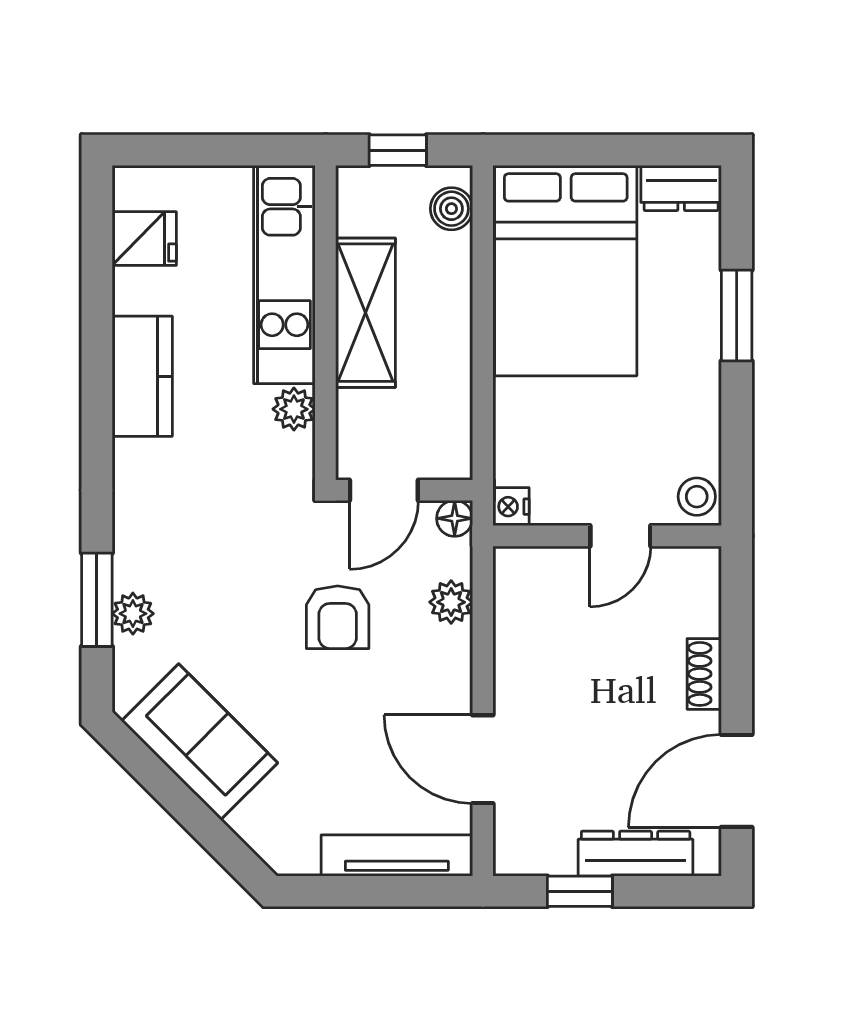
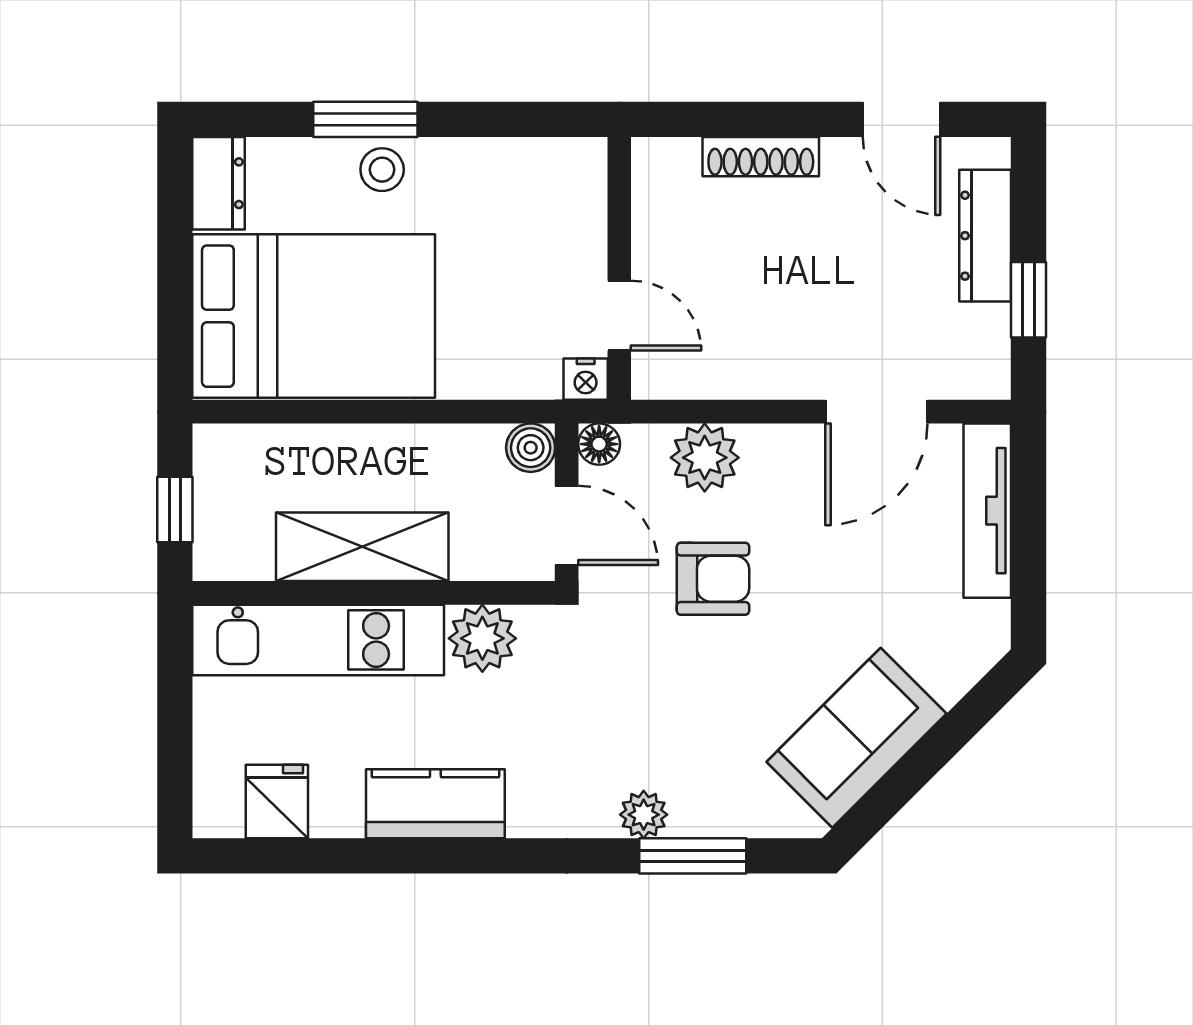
boiler: (451, 209) -> (531, 448), moved
plant: (294, 409) -> (482, 638), width x1.38, depth x1.38
stool: (697, 497) -> (382, 170), moved
door: (620, 536) -> (619, 316), moved
plant: (451, 602) -> (705, 458), width x1.38, depth x1.38
plant: (133, 614) -> (644, 815), moved
shoe rack: (704, 674) -> (761, 157), width x1.43
door: (737, 781) -> (902, 119), width x0.73

